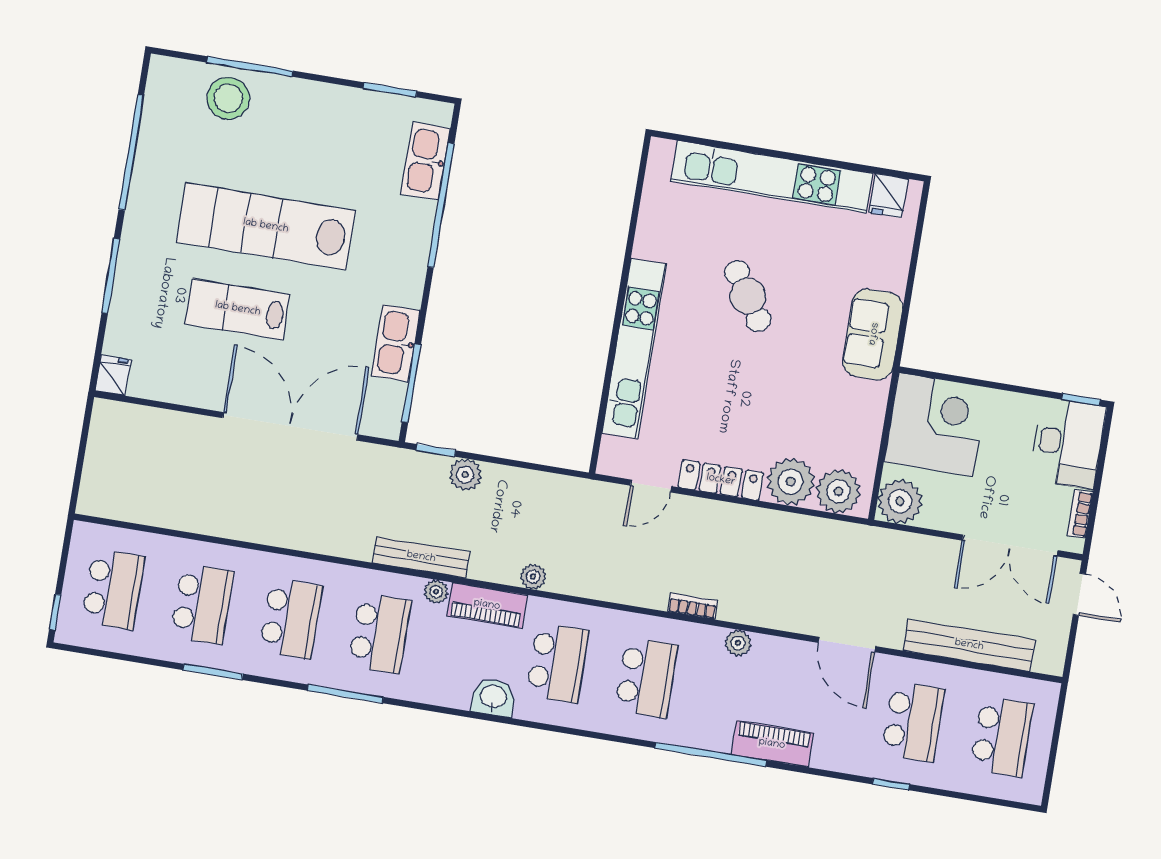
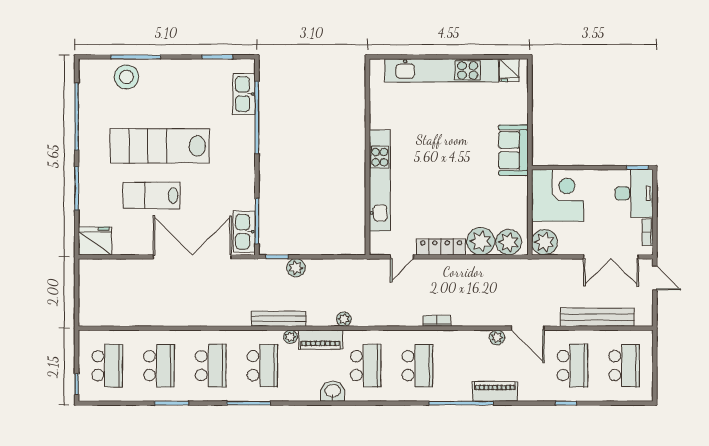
cafe table: (748, 296) -> (439, 140), removed
kitchen sink: (396, 343) -> (244, 232), moved
fridge: (113, 375) -> (95, 241), width x1.88, depth x1.34
plant: (738, 643) -> (497, 337), moved

